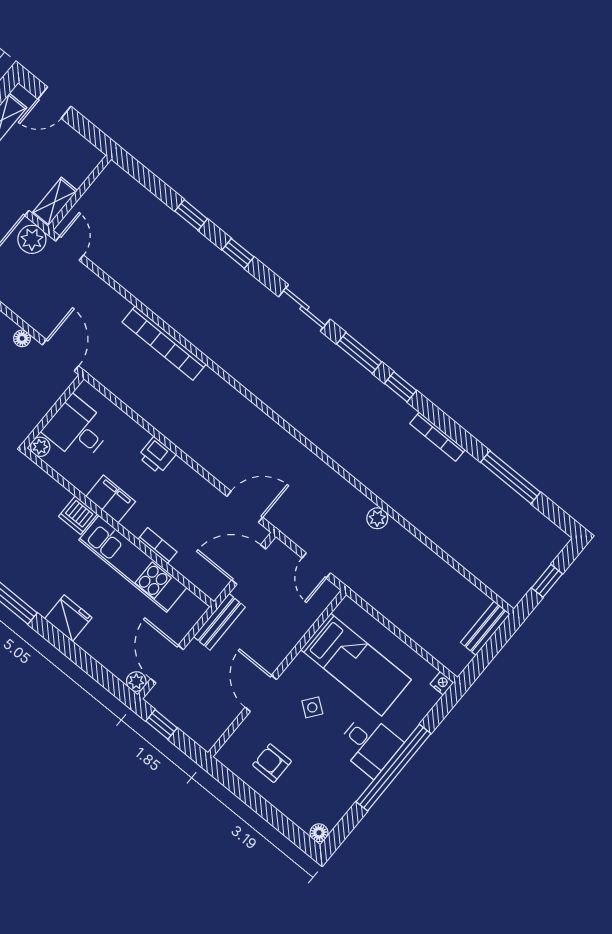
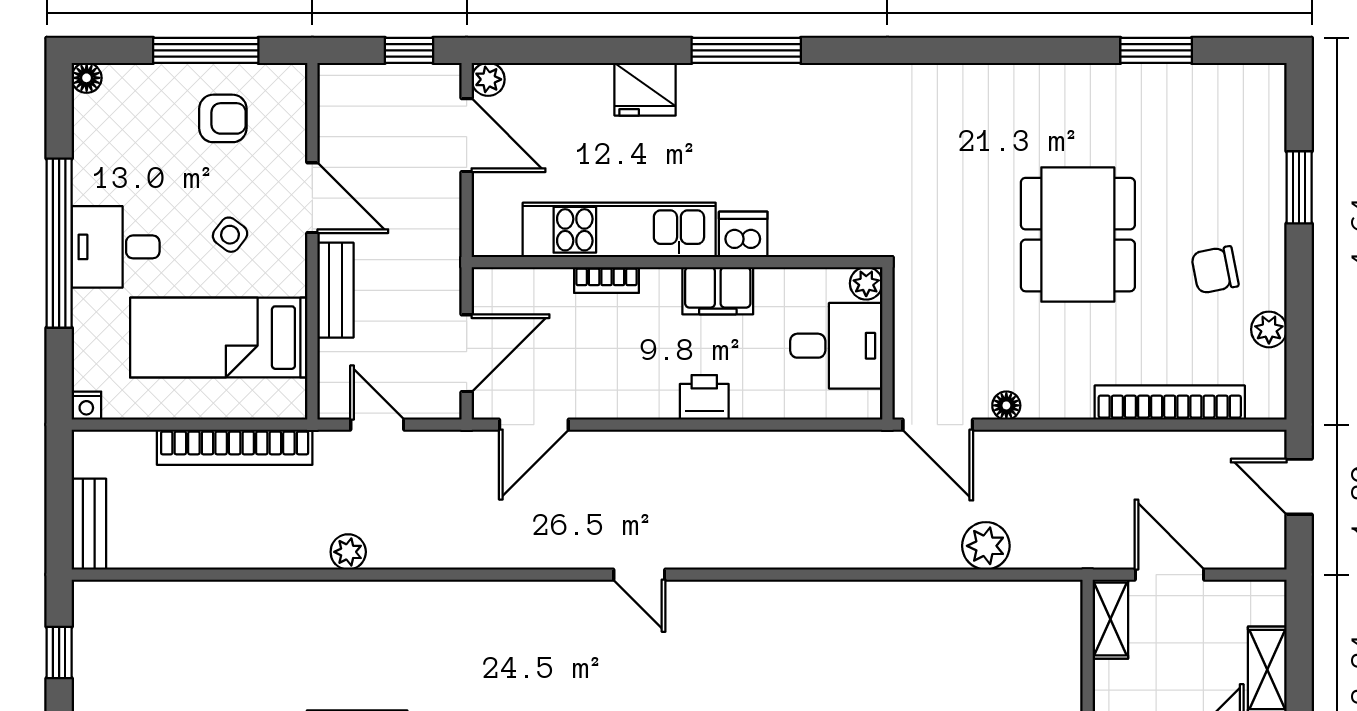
plant: (32, 239) -> (986, 546), moved
door: (69, 248) -> (639, 575), moved
bookcase: (164, 343) -> (235, 447), moved, turned 180
bench: (219, 622) -> (335, 290), moved
window: (254, 801) -> (206, 50), added

